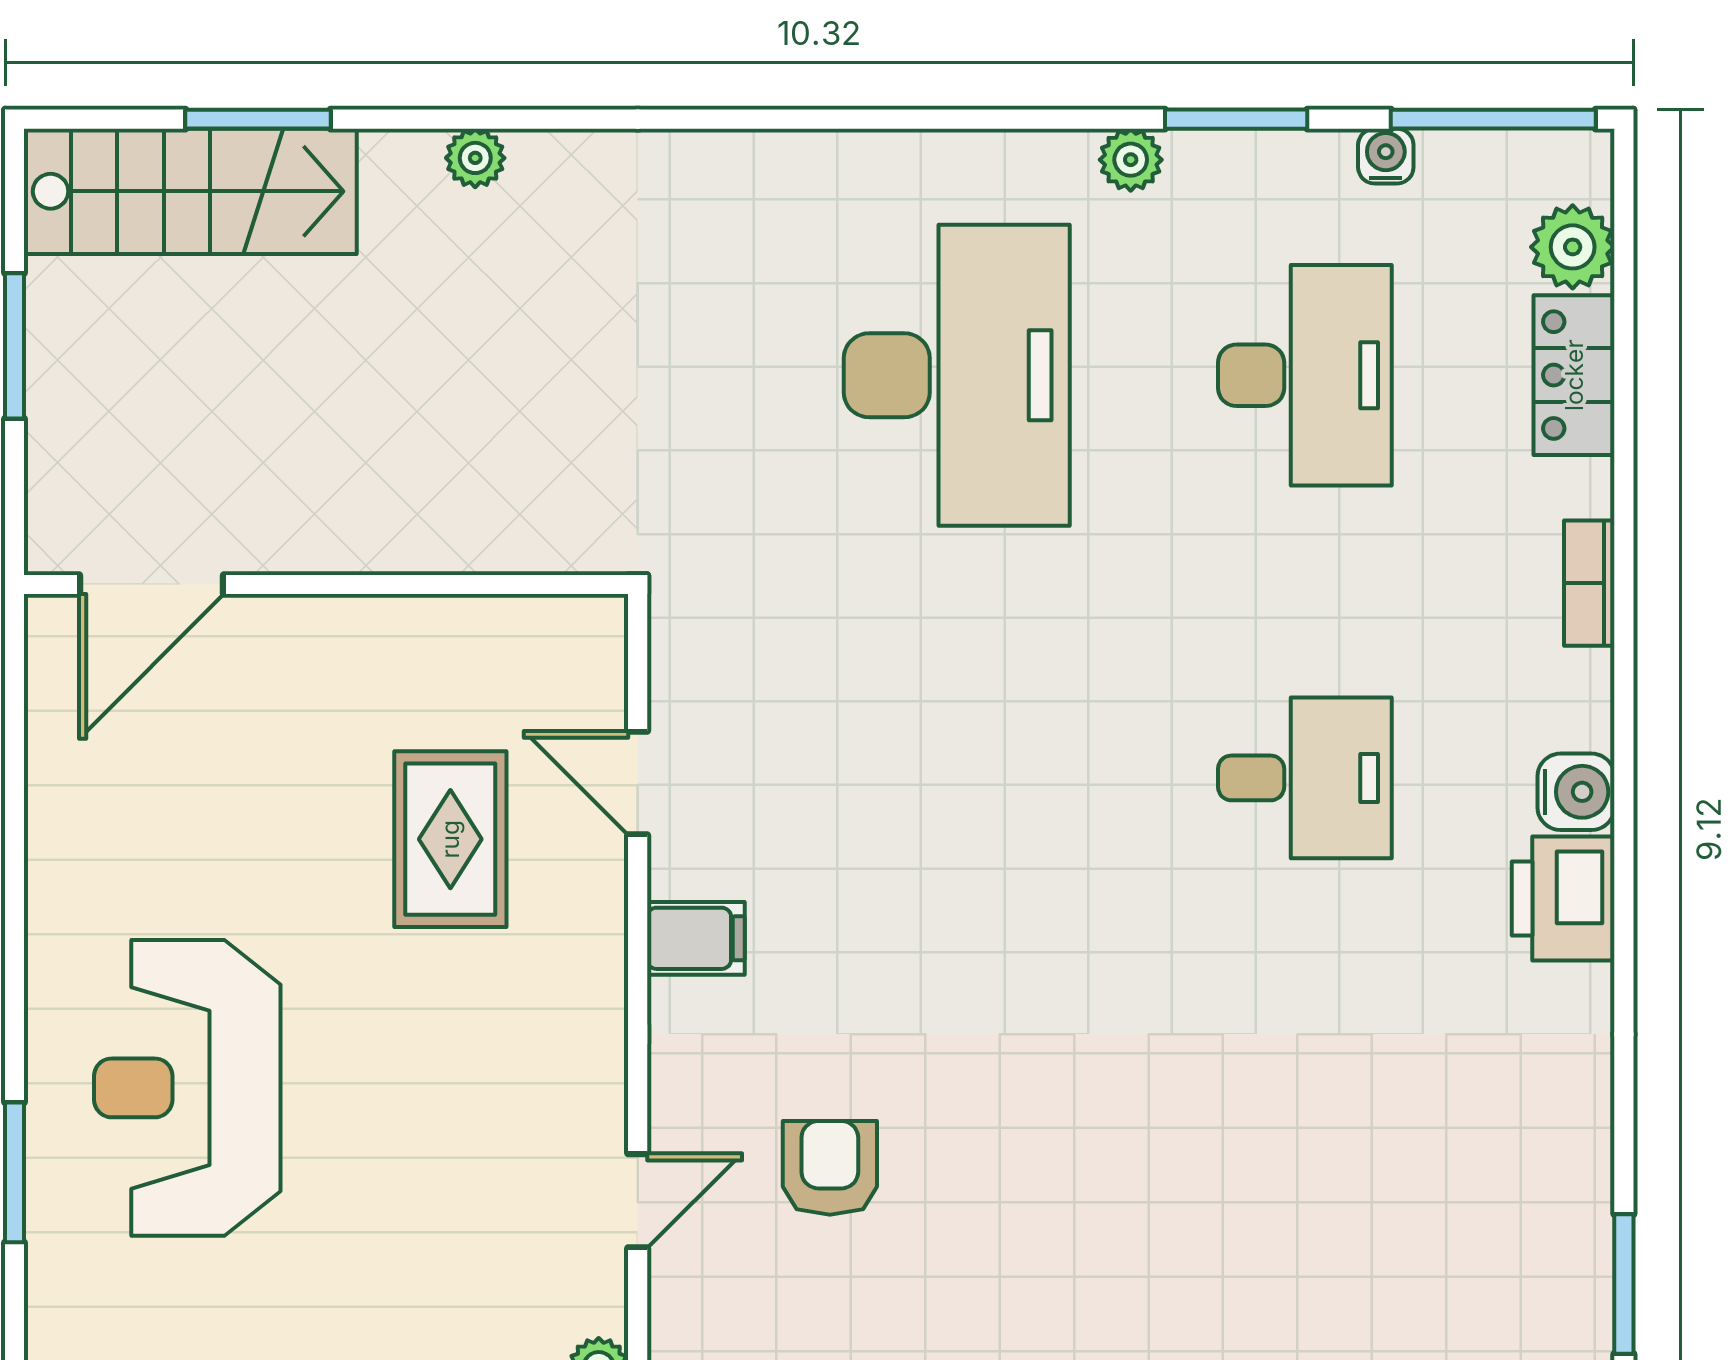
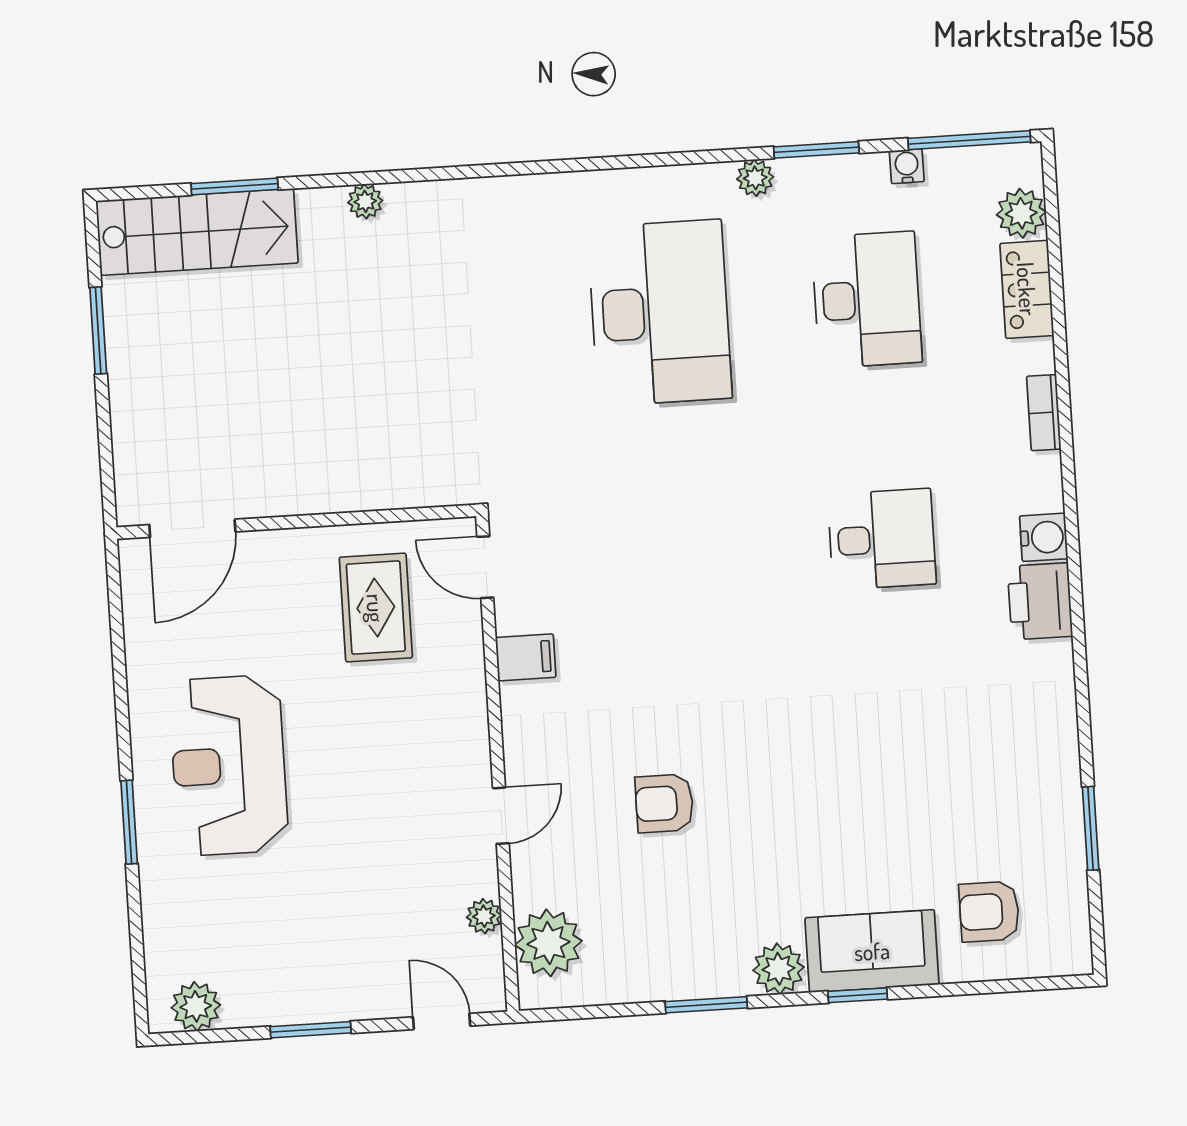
door: (151, 585) -> (192, 528), moved
wall: (326, 585) -> (296, 522), moved
armchair: (830, 1168) -> (664, 803), moved, turned -90

